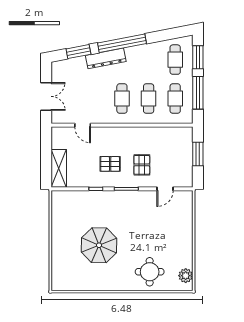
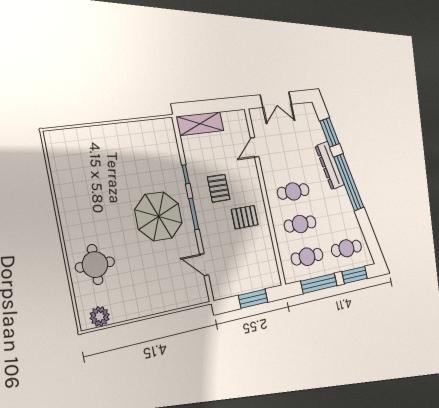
pallet: (142, 165) -> (245, 217), moved
parasol: (99, 245) -> (159, 216), moved

